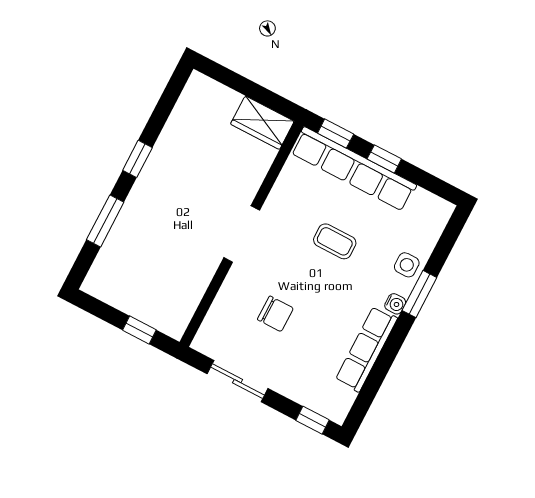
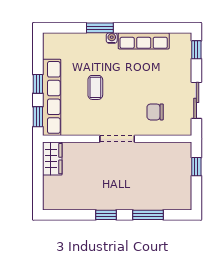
side table: (407, 265) -> (88, 43), removed
chair: (275, 314) -> (155, 112), moved, turned -90

